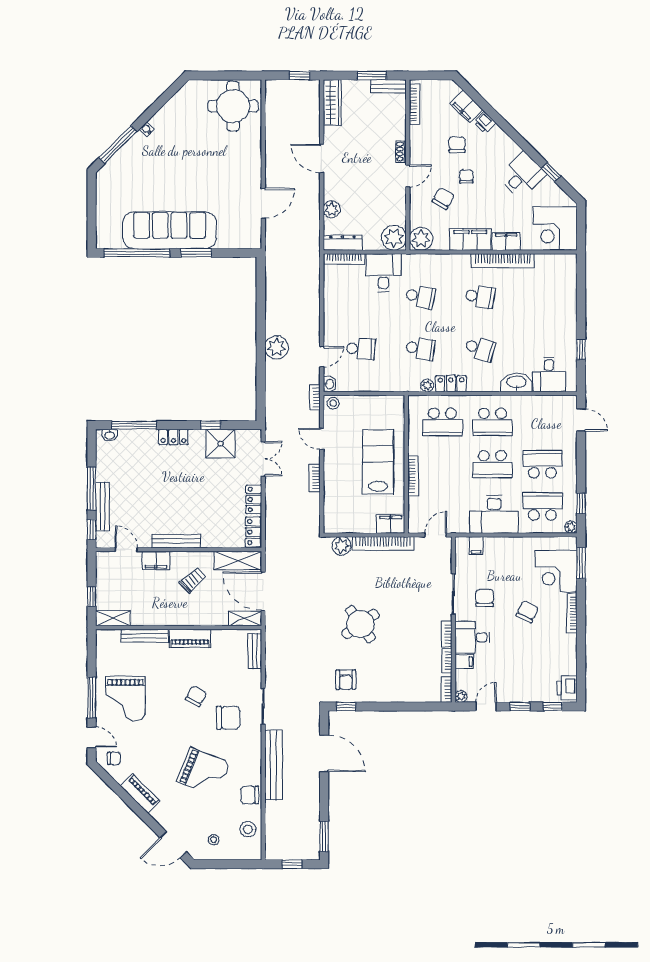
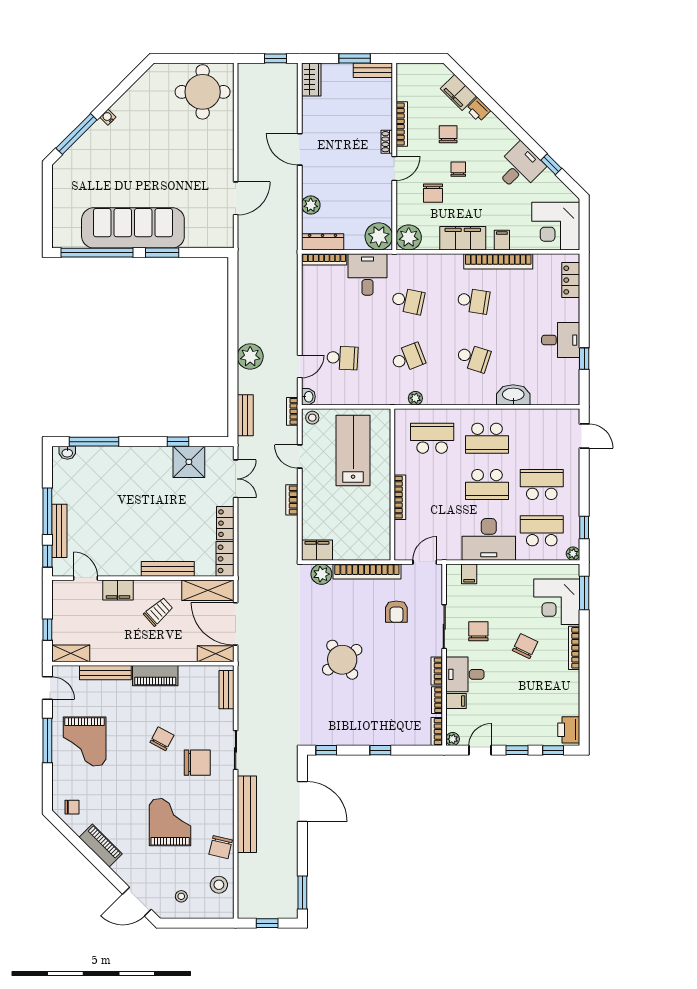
wardrobe: (332, 102) -> (311, 80), width x0.67
bookcase: (415, 104) -> (402, 124), moved
chair: (443, 198) -> (433, 193), turned 150
filing cabinet: (506, 241) -> (502, 240), width x0.50
school desk: (420, 349) -> (408, 358), turned -30
desk: (549, 374) -> (561, 340), moved, turned -90
locker: (451, 384) -> (571, 280), moved, turned -90
bench: (272, 401) -> (245, 415), added
school desk: (442, 422) -> (432, 438), turned 180
locker: (173, 437) -> (137, 455), removed
lab bench: (378, 462) -> (353, 450), moved
filing cabinet: (391, 524) -> (317, 550), moved
bench: (176, 541) -> (168, 569), moved
armchair: (346, 680) -> (396, 612), moved
window: (395, 706) -> (380, 750), added
door: (92, 737) -> (47, 688), moved
grand piano: (203, 772) -> (170, 822), turned -112
chair: (250, 795) -> (221, 847), turned -77

